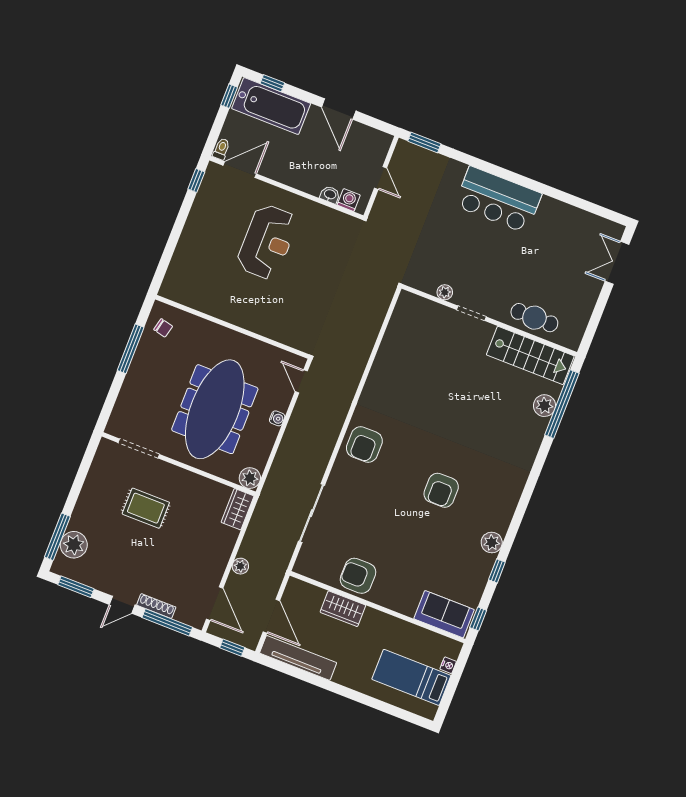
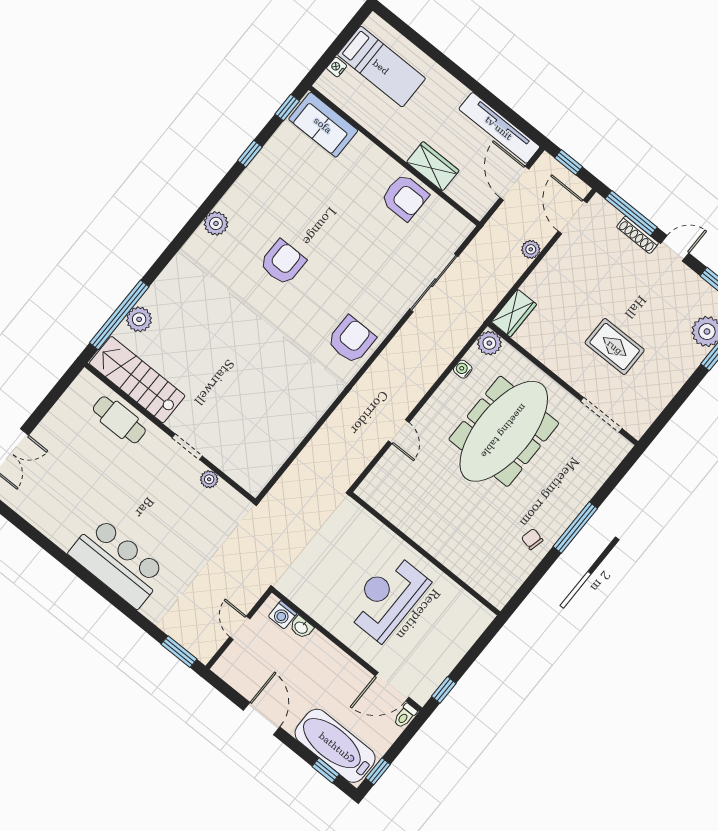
wall: (232, 327) -> (425, 554), moved
water cooler: (277, 418) -> (463, 369), moved
plant: (492, 543) -> (216, 223), moved

